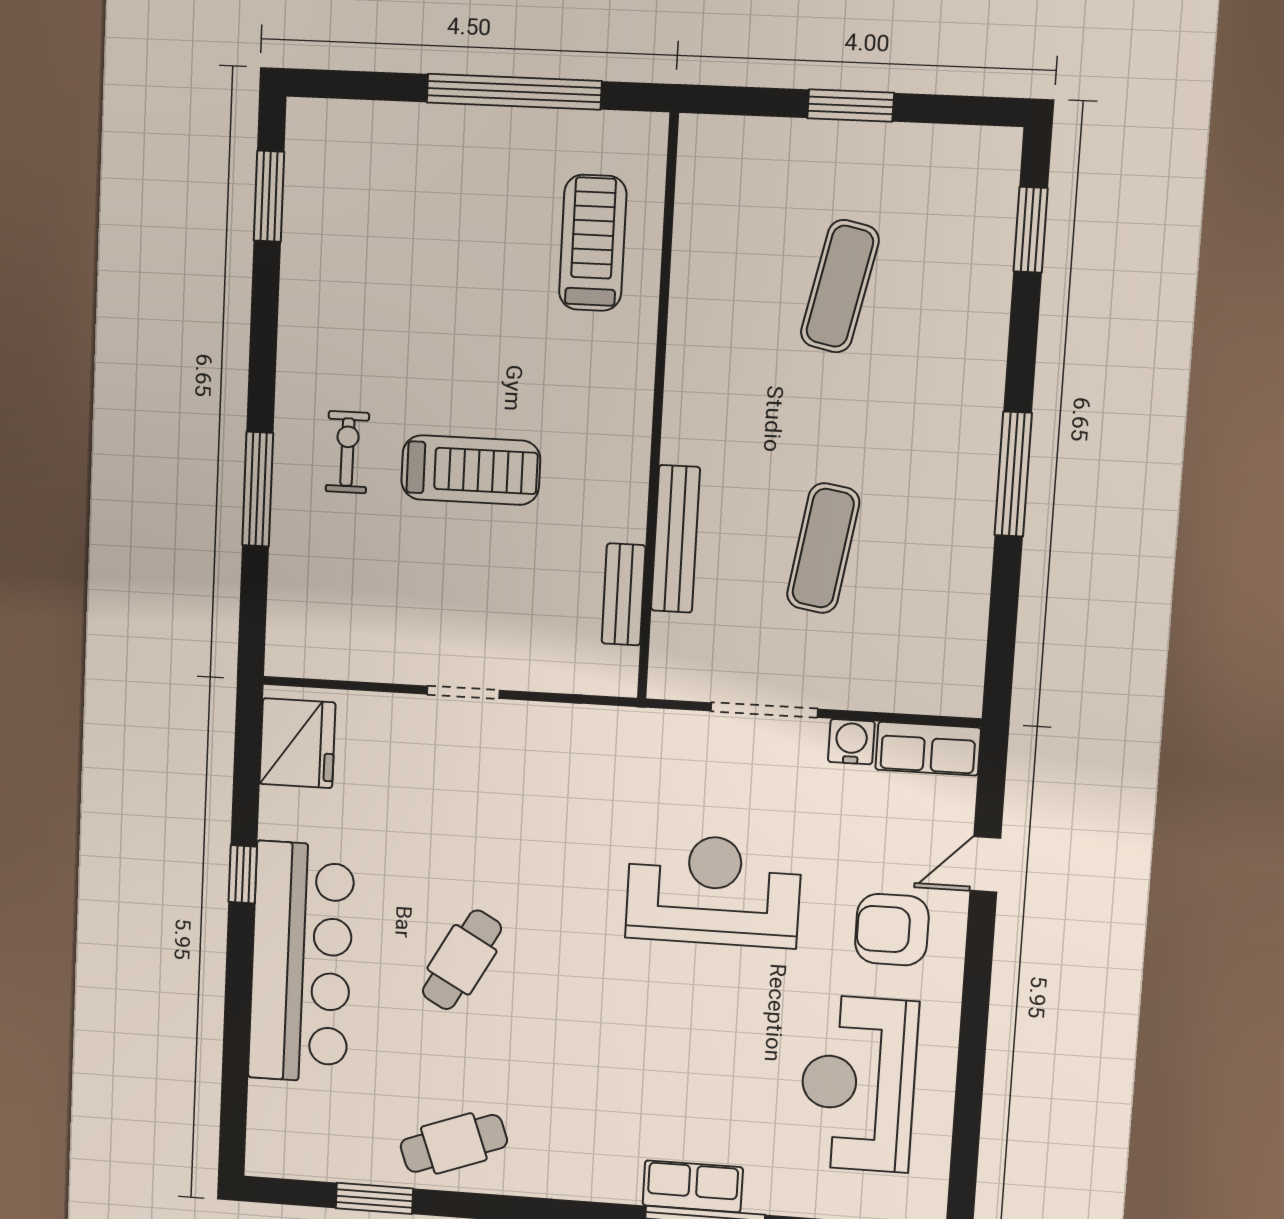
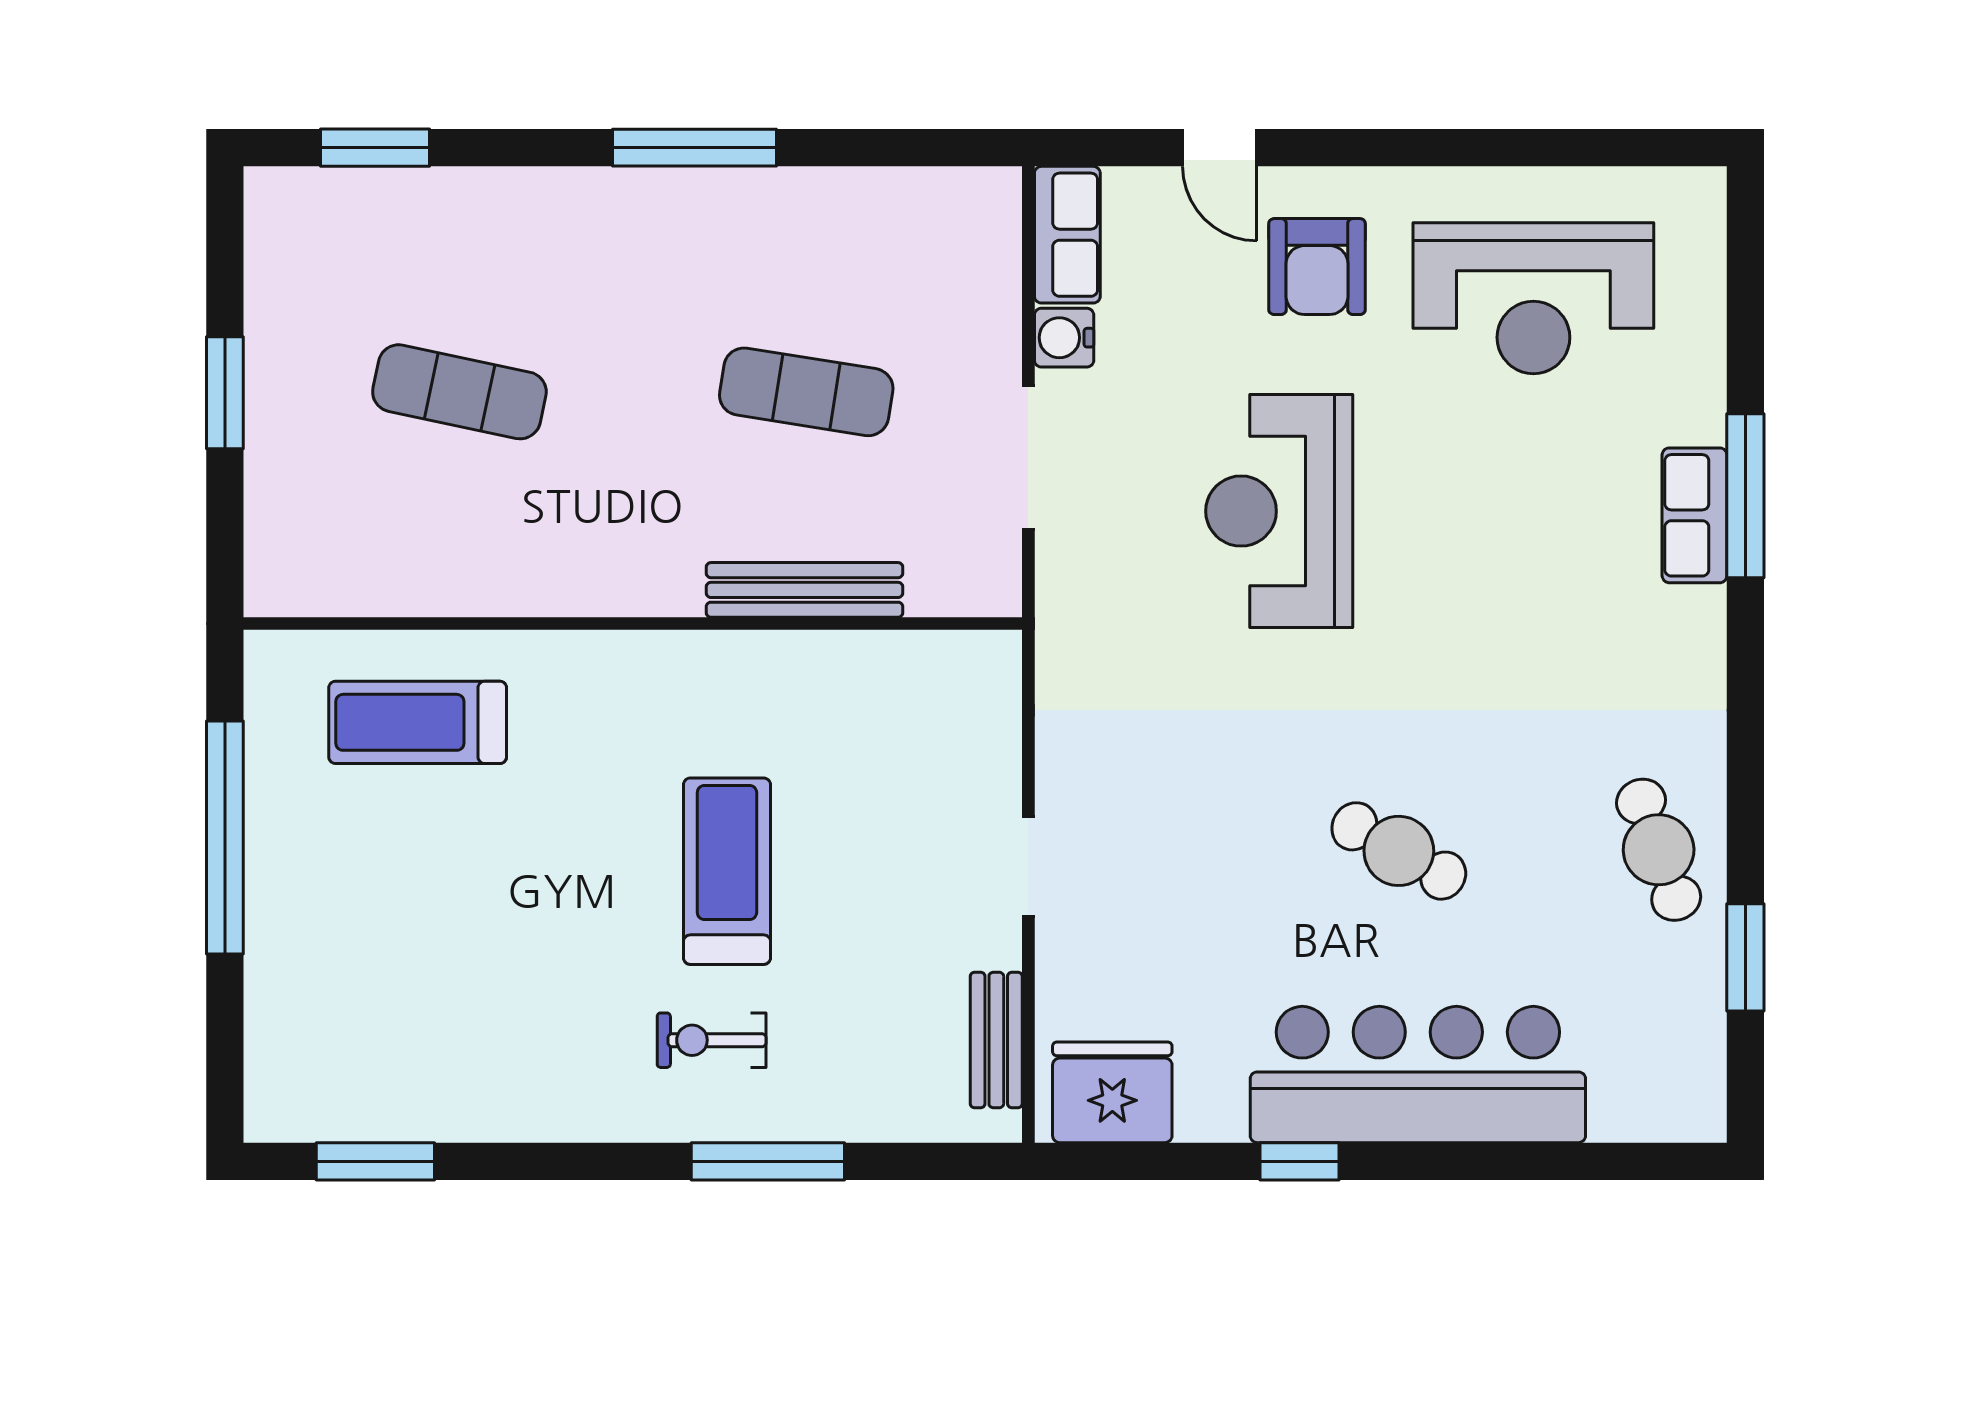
bench: (624, 594) -> (996, 1040), moved, turned 90

